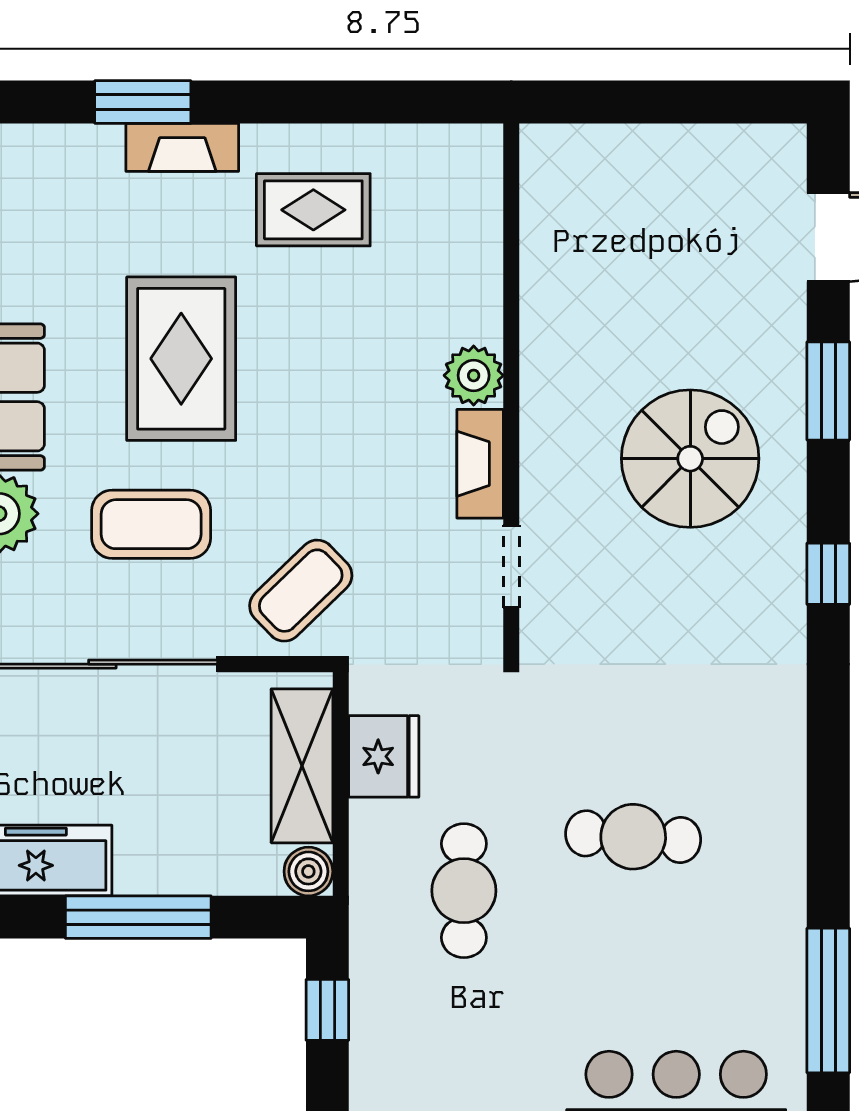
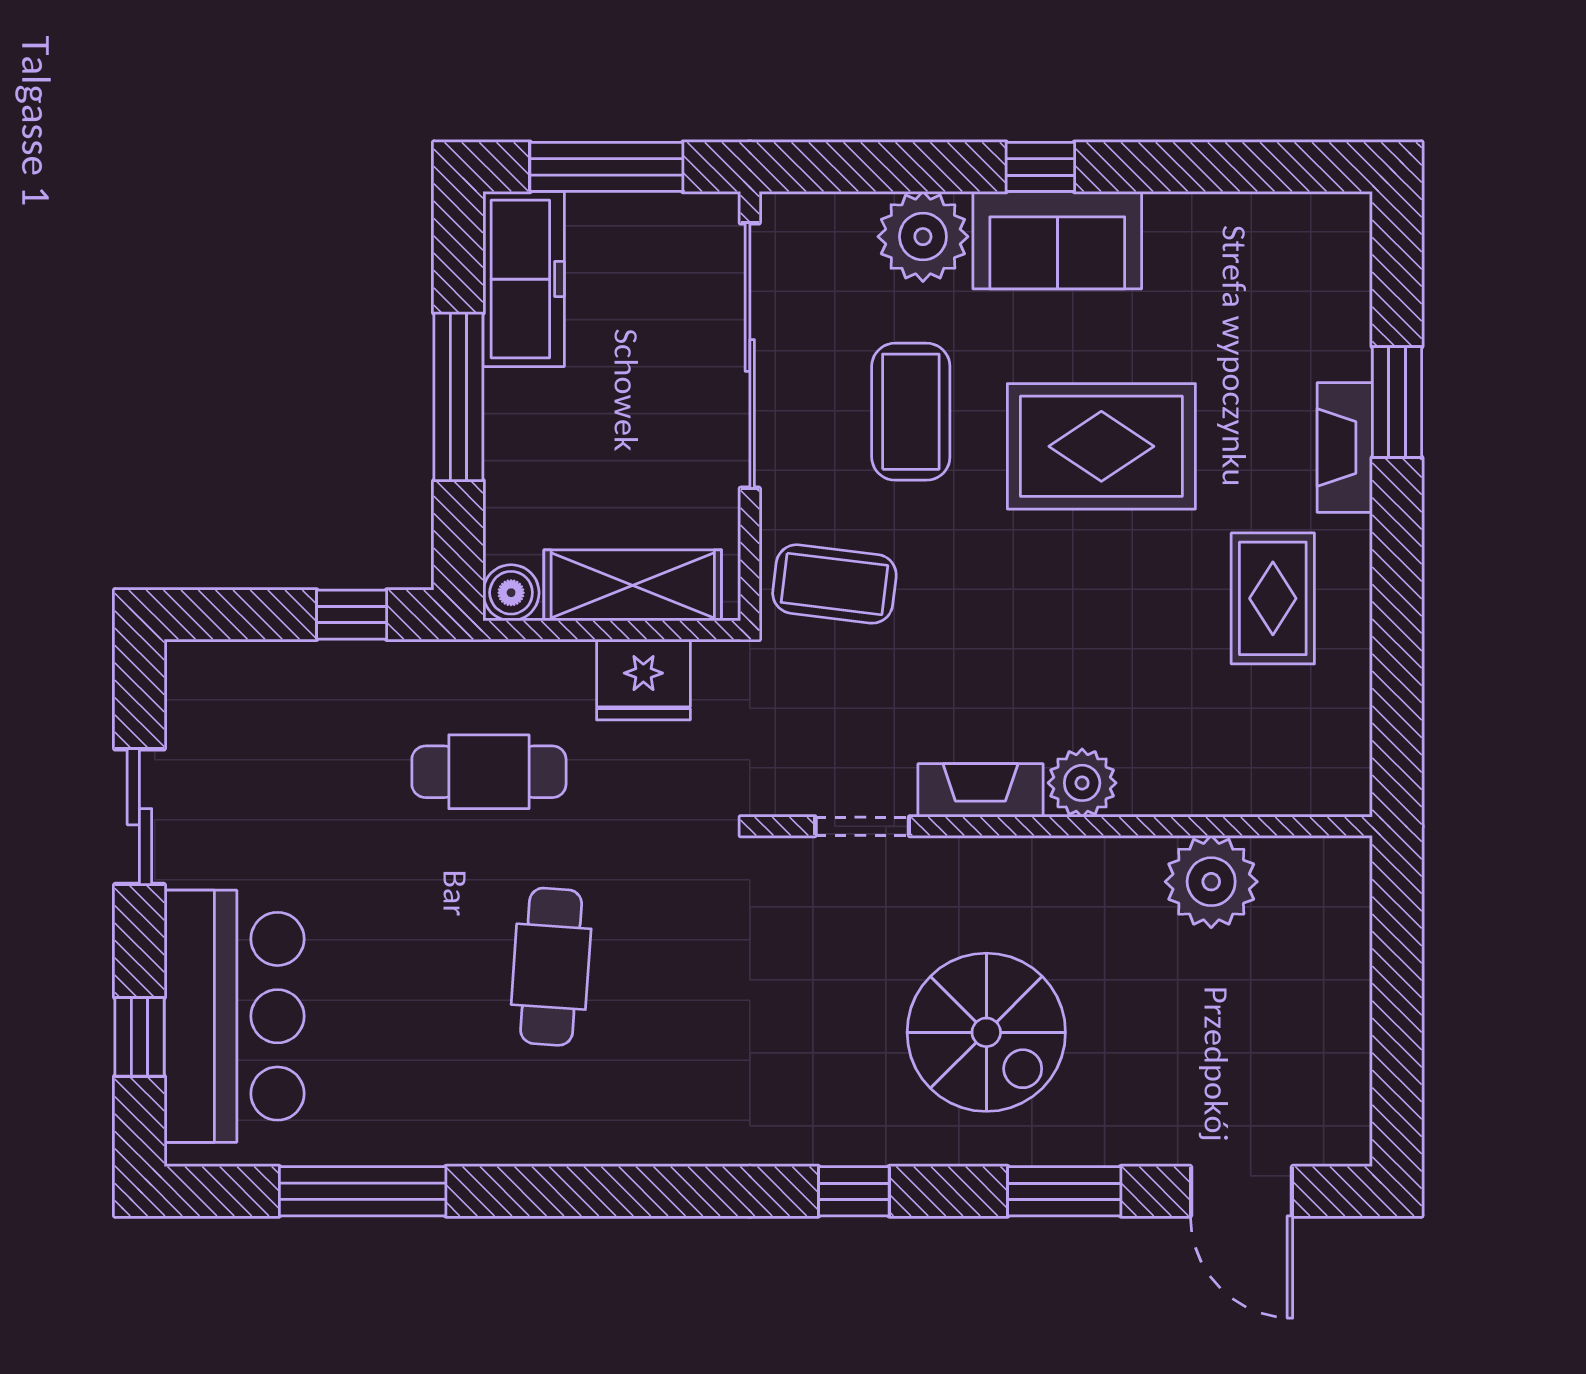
plant: (559, 263) -> (1211, 882), added
coffee table: (301, 591) -> (834, 584), turned -39

